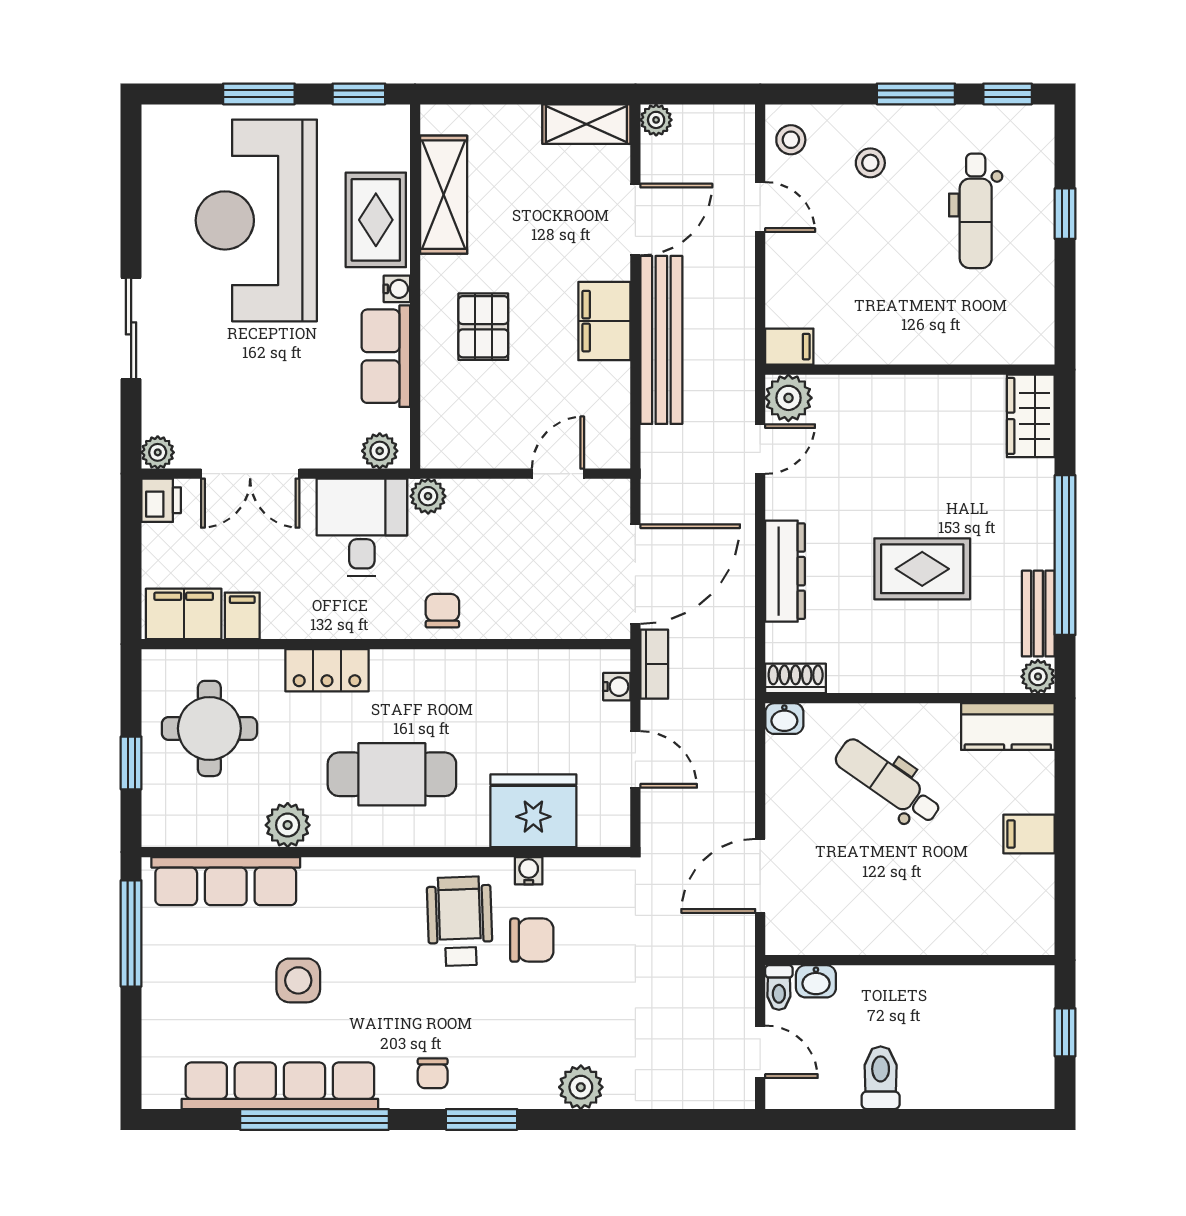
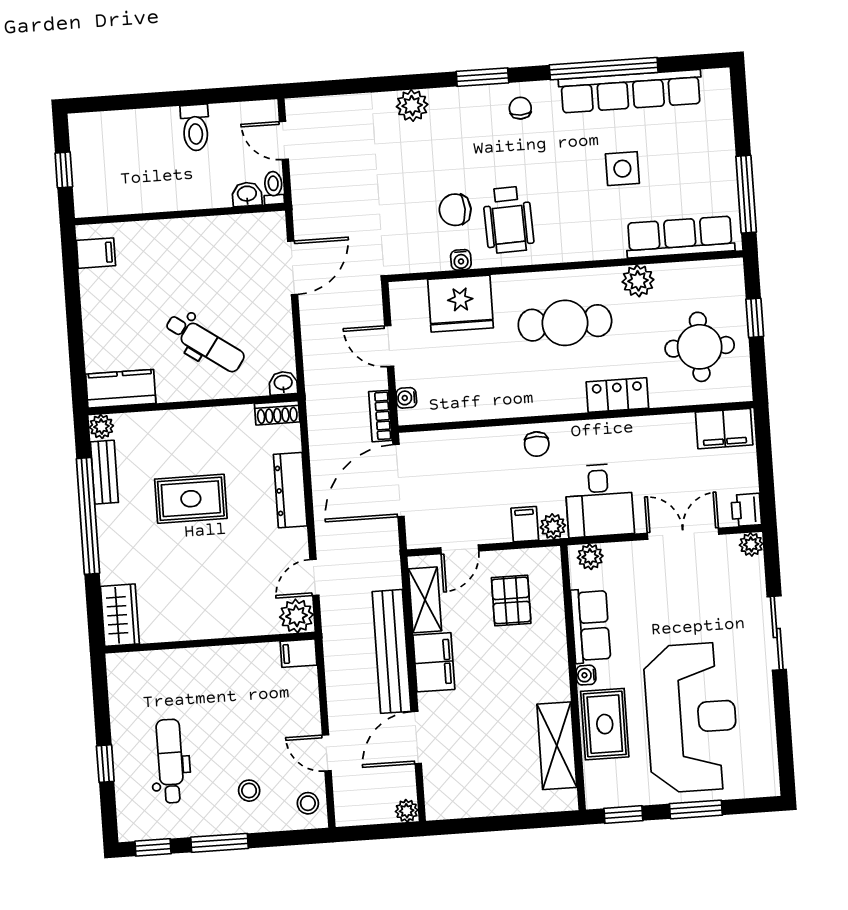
shelving: (586, 124) -> (425, 600), moved, turned 90
pallet: (483, 327) -> (511, 600), moved
filing cabinet: (242, 616) -> (525, 524), moved, turned 180
filing cabinet: (1029, 834) -> (96, 253), moved

